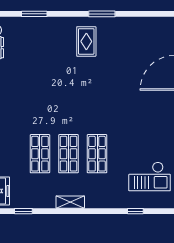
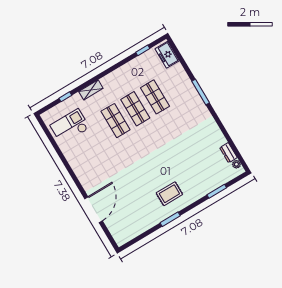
rug: (86, 41) -> (169, 194), turned 90
shelving: (70, 202) -> (91, 90), moved

